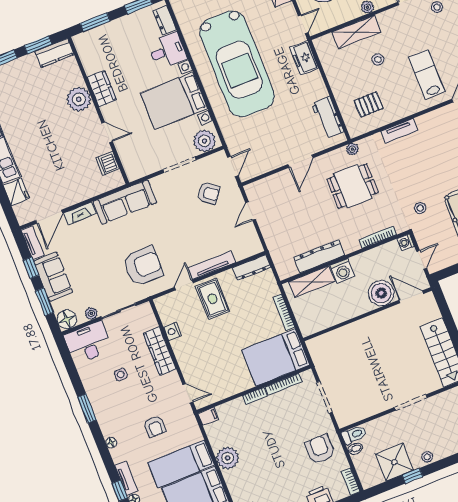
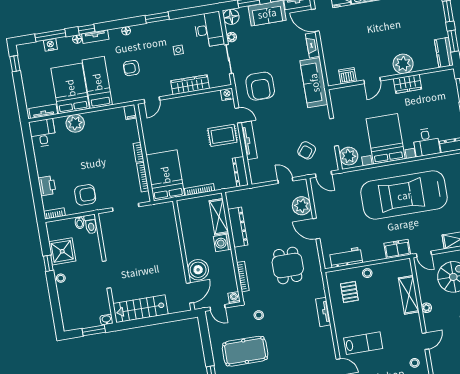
stool: (378, 59) -> (367, 273), moved
plant: (352, 149) -> (302, 206), moved, width x1.88, depth x1.88
nightstand: (172, 331) -> (227, 94), moved
plant: (228, 458) -> (75, 123), moved

